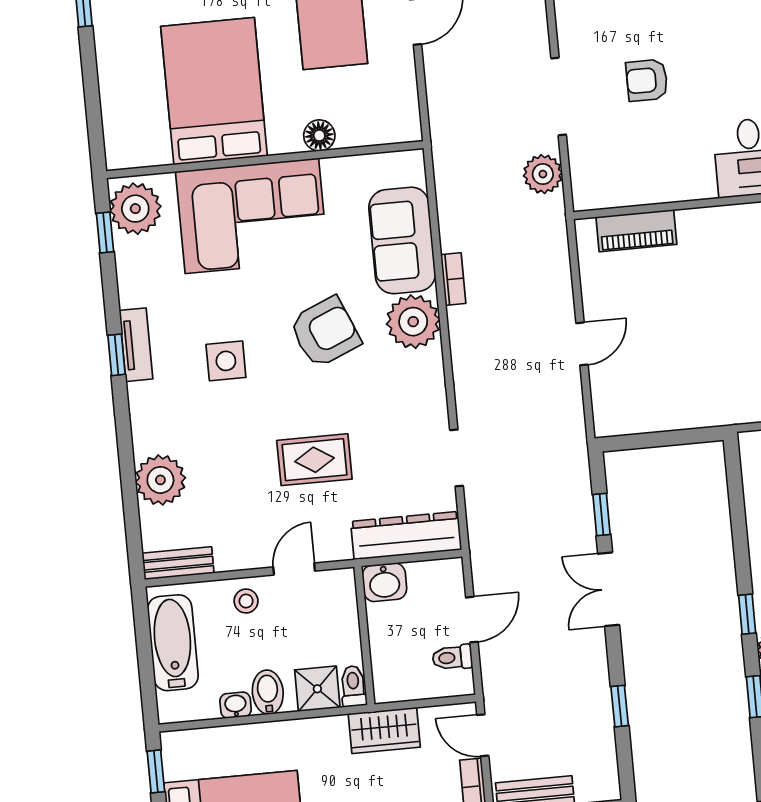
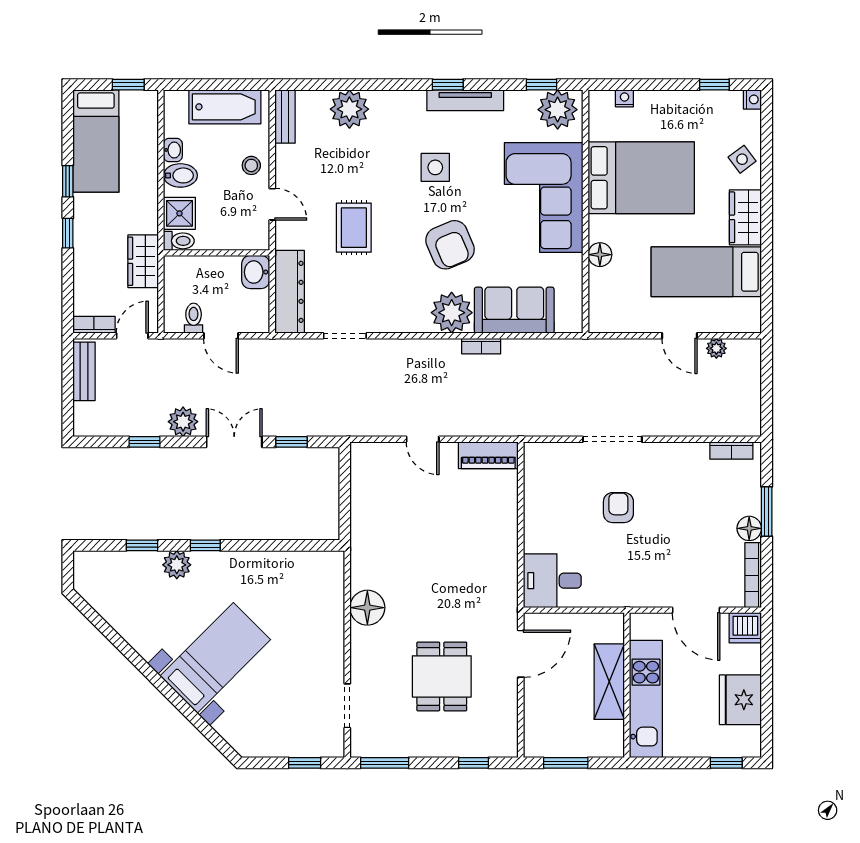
nightstand: (113, 123) -> (624, 98), added
plant: (543, 174) -> (183, 422), moved
piano: (636, 231) -> (488, 455), moved, turned -90
tv unit: (136, 345) -> (465, 100), width x1.41

